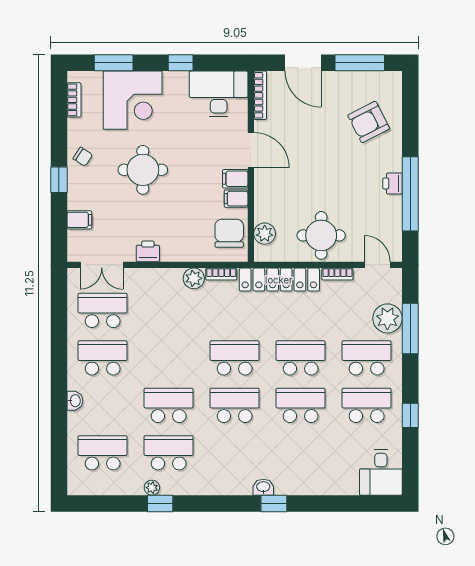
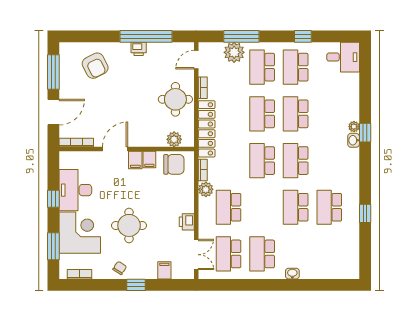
desk: (219, 94) -> (75, 190), moved
chair: (229, 233) -> (174, 164), turned 180
school desk: (103, 453) -> (228, 207), moved
plant: (152, 488) -> (354, 127), moved

